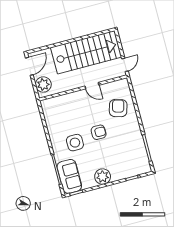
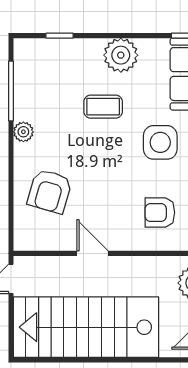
plant: (137, 131) -> (23, 132), added
armchair: (99, 132) -> (160, 212), moved
coffee table: (104, 152) -> (103, 107), added

